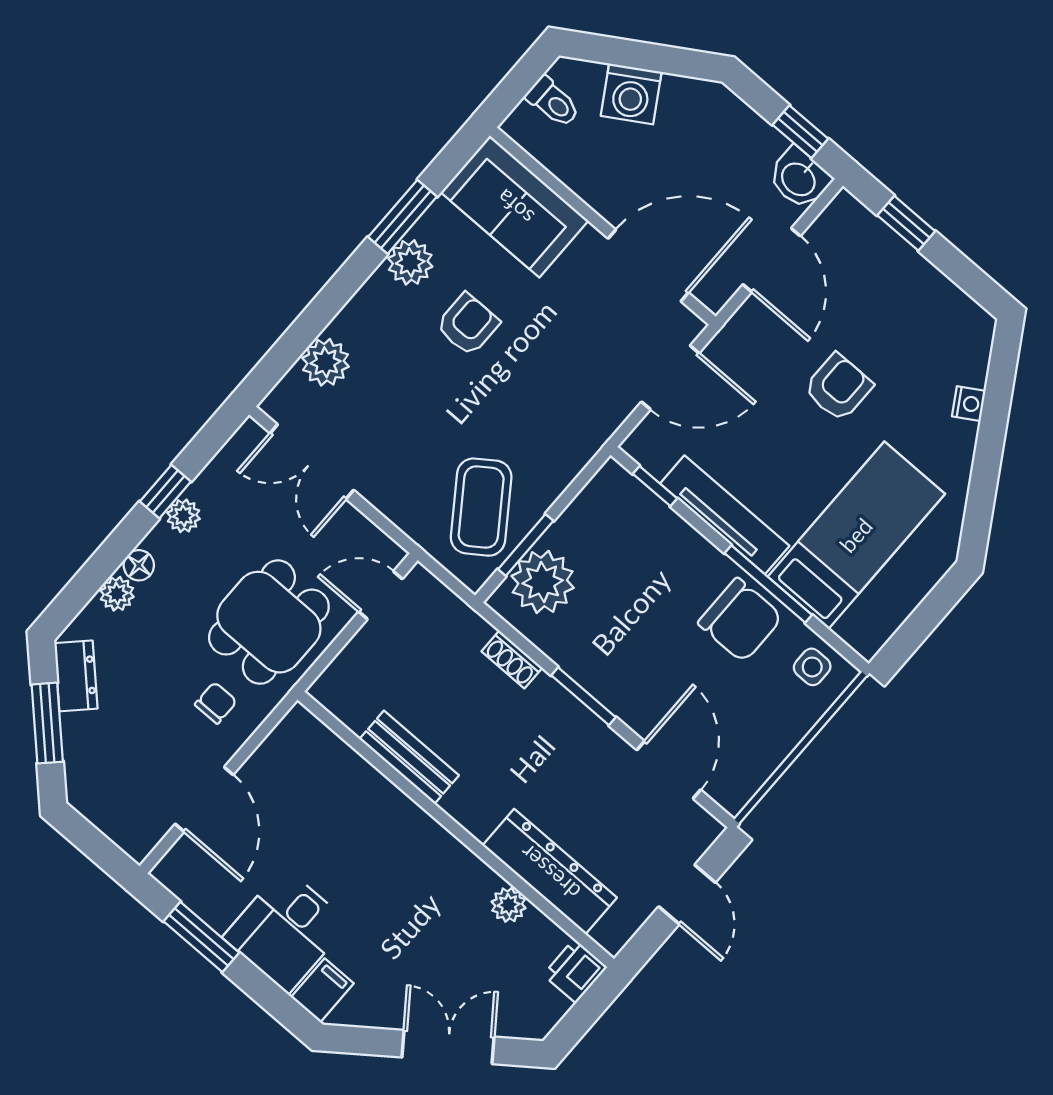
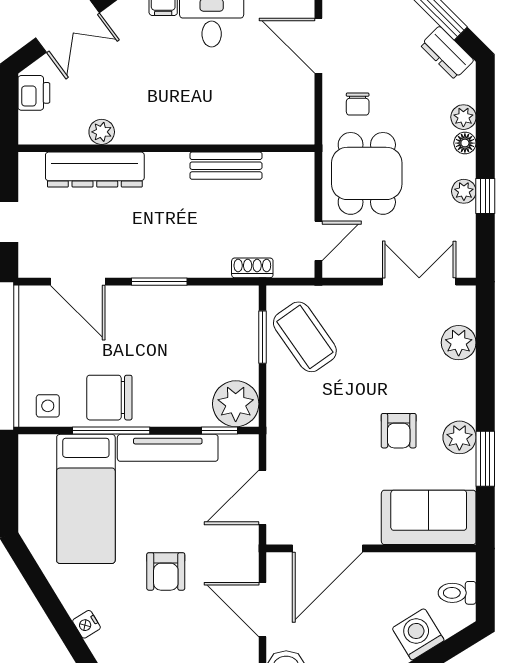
plant: (543, 582) -> (236, 404), moved
shoe rack: (512, 660) -> (252, 268), moved
printer: (575, 971) -> (34, 93), moved

